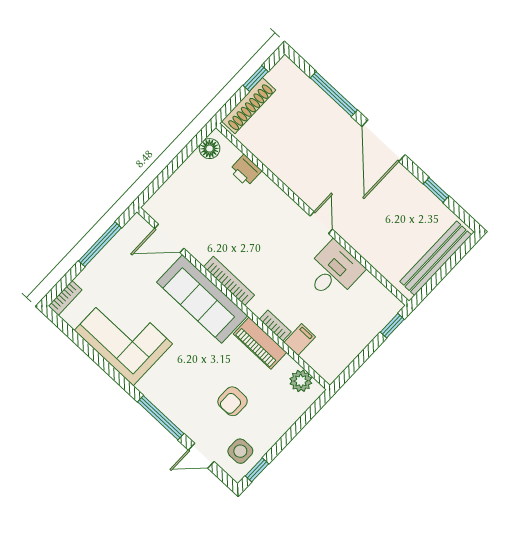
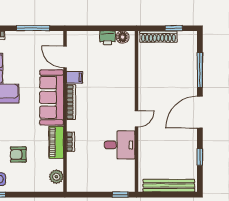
printer: (246, 170) -> (108, 38), moved, turned -90
filing cabinet: (300, 340) -> (75, 77), moved

